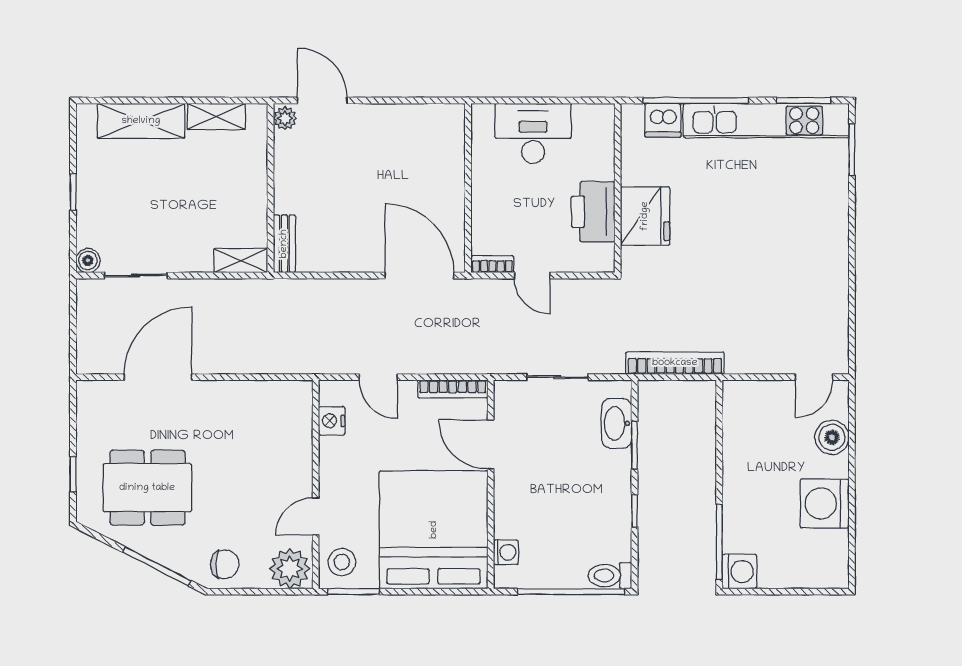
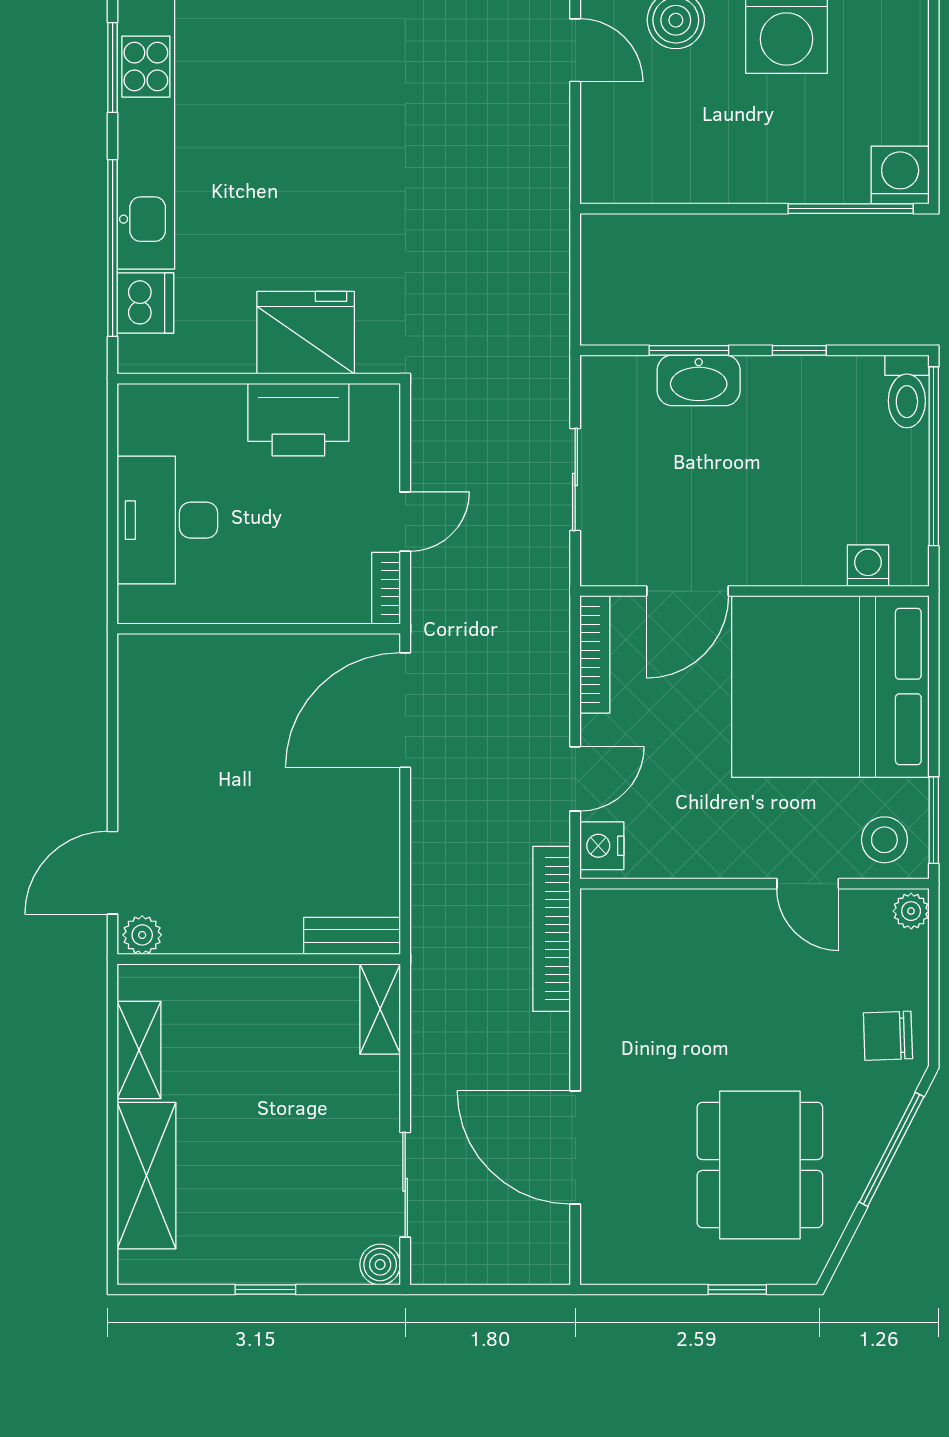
bookcase: (675, 363) -> (552, 929), moved
nightstand: (332, 421) -> (602, 846), moved, turned 90
washbasin: (617, 423) -> (699, 380), moved
chair: (225, 564) -> (888, 1036), turned -92
plant: (290, 569) -> (911, 911), width x0.53, depth x0.53

